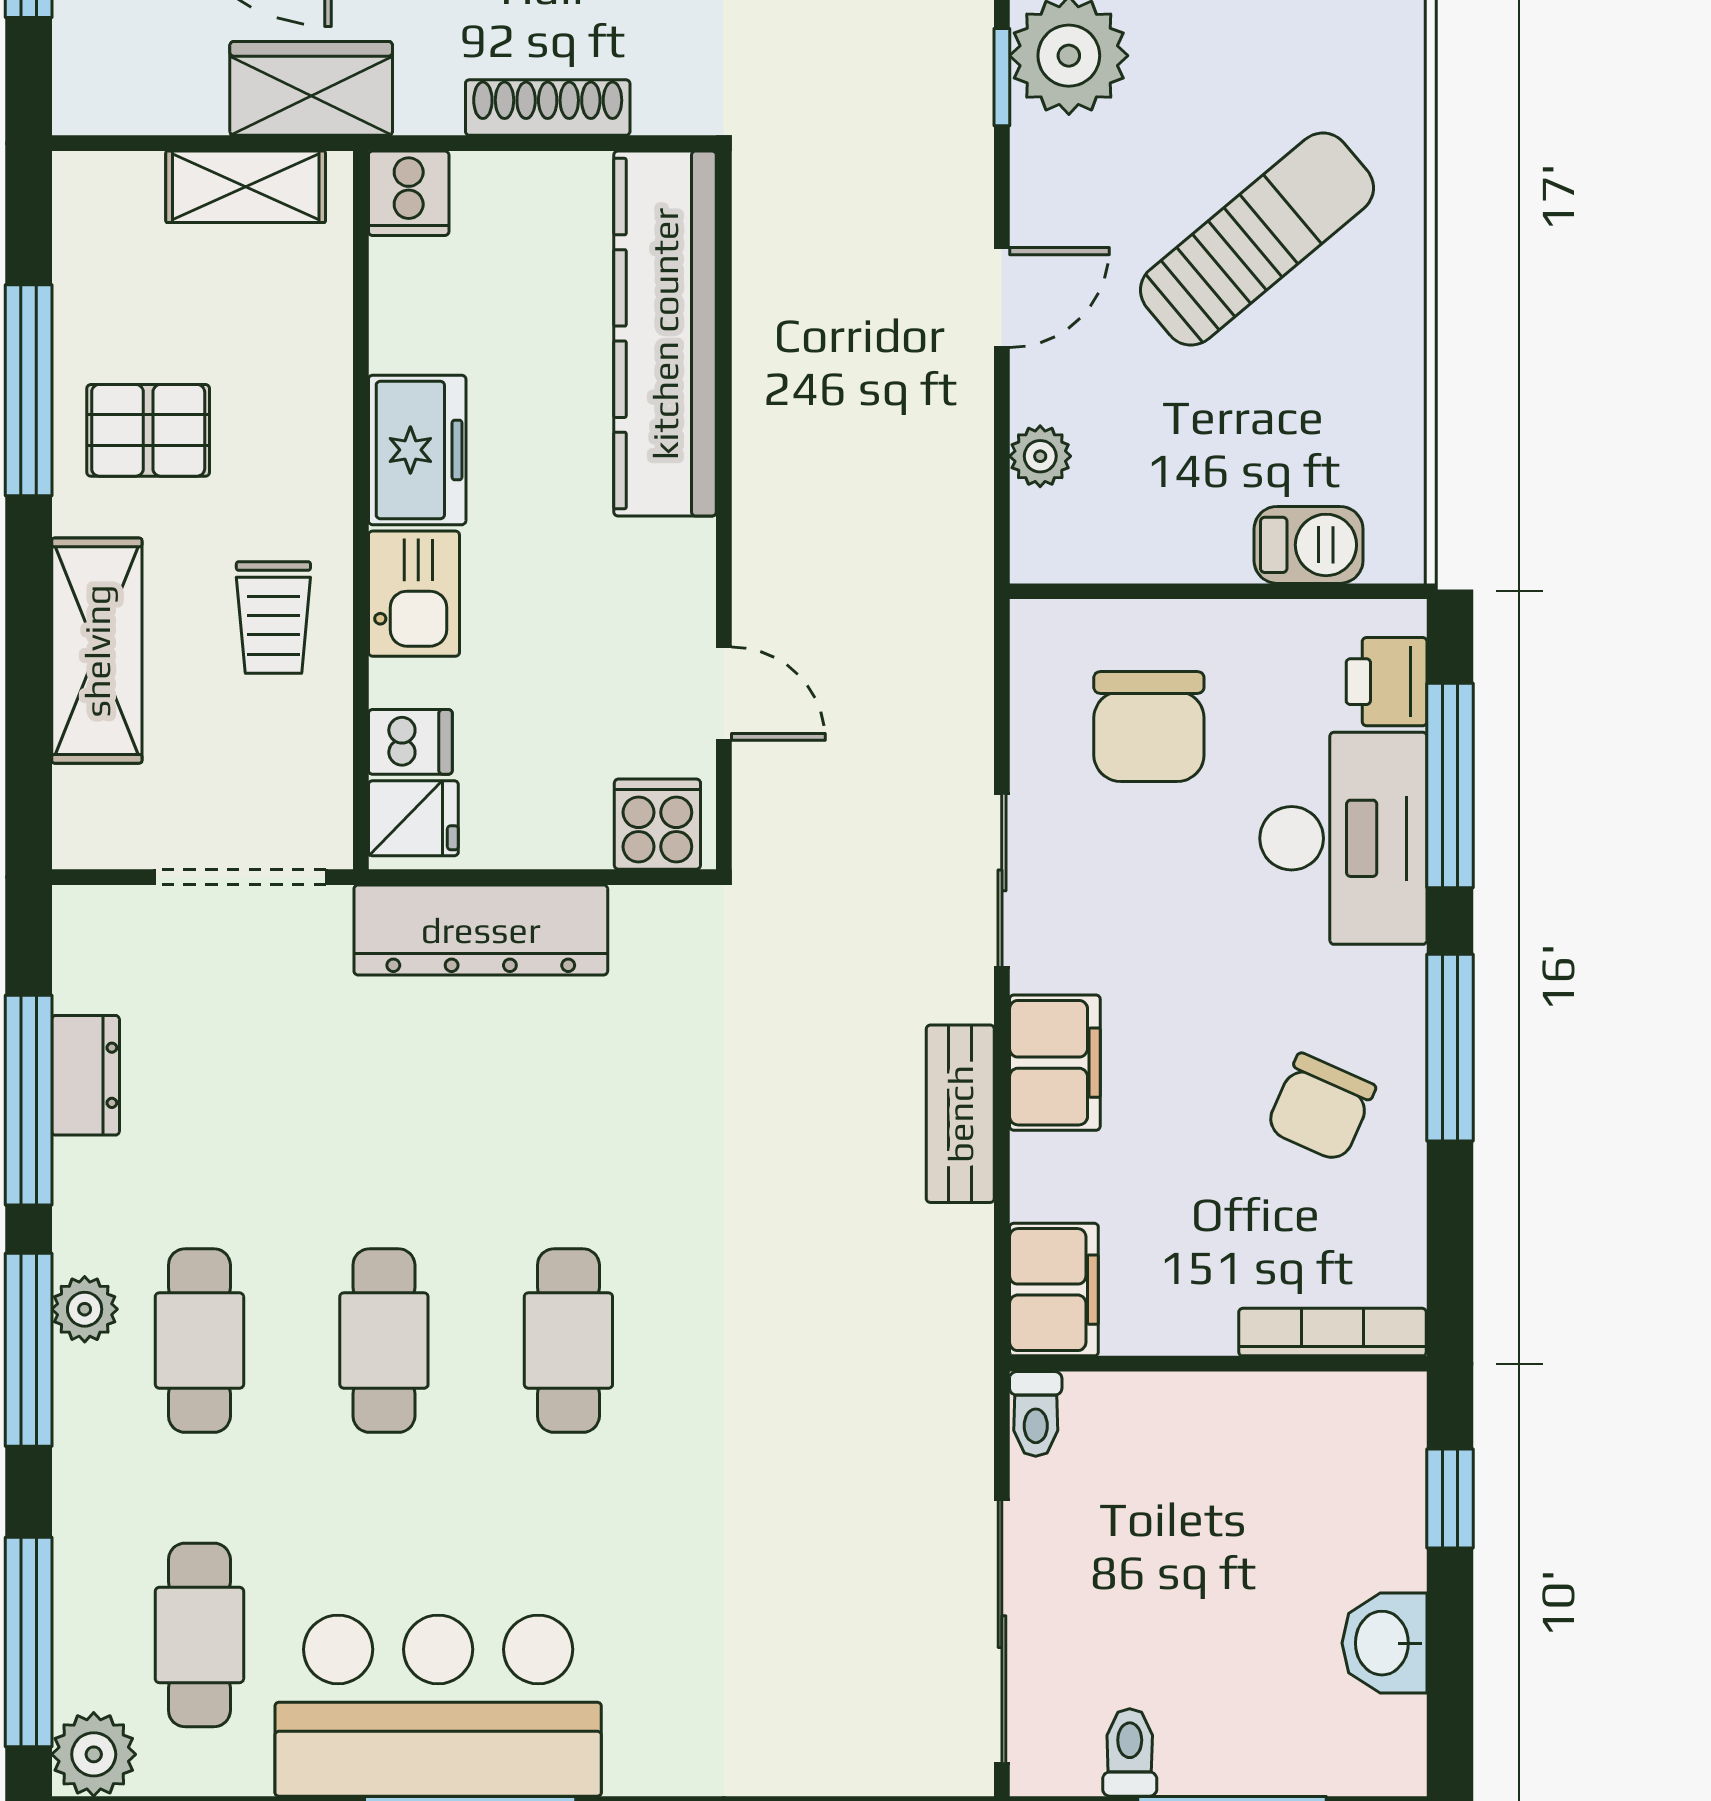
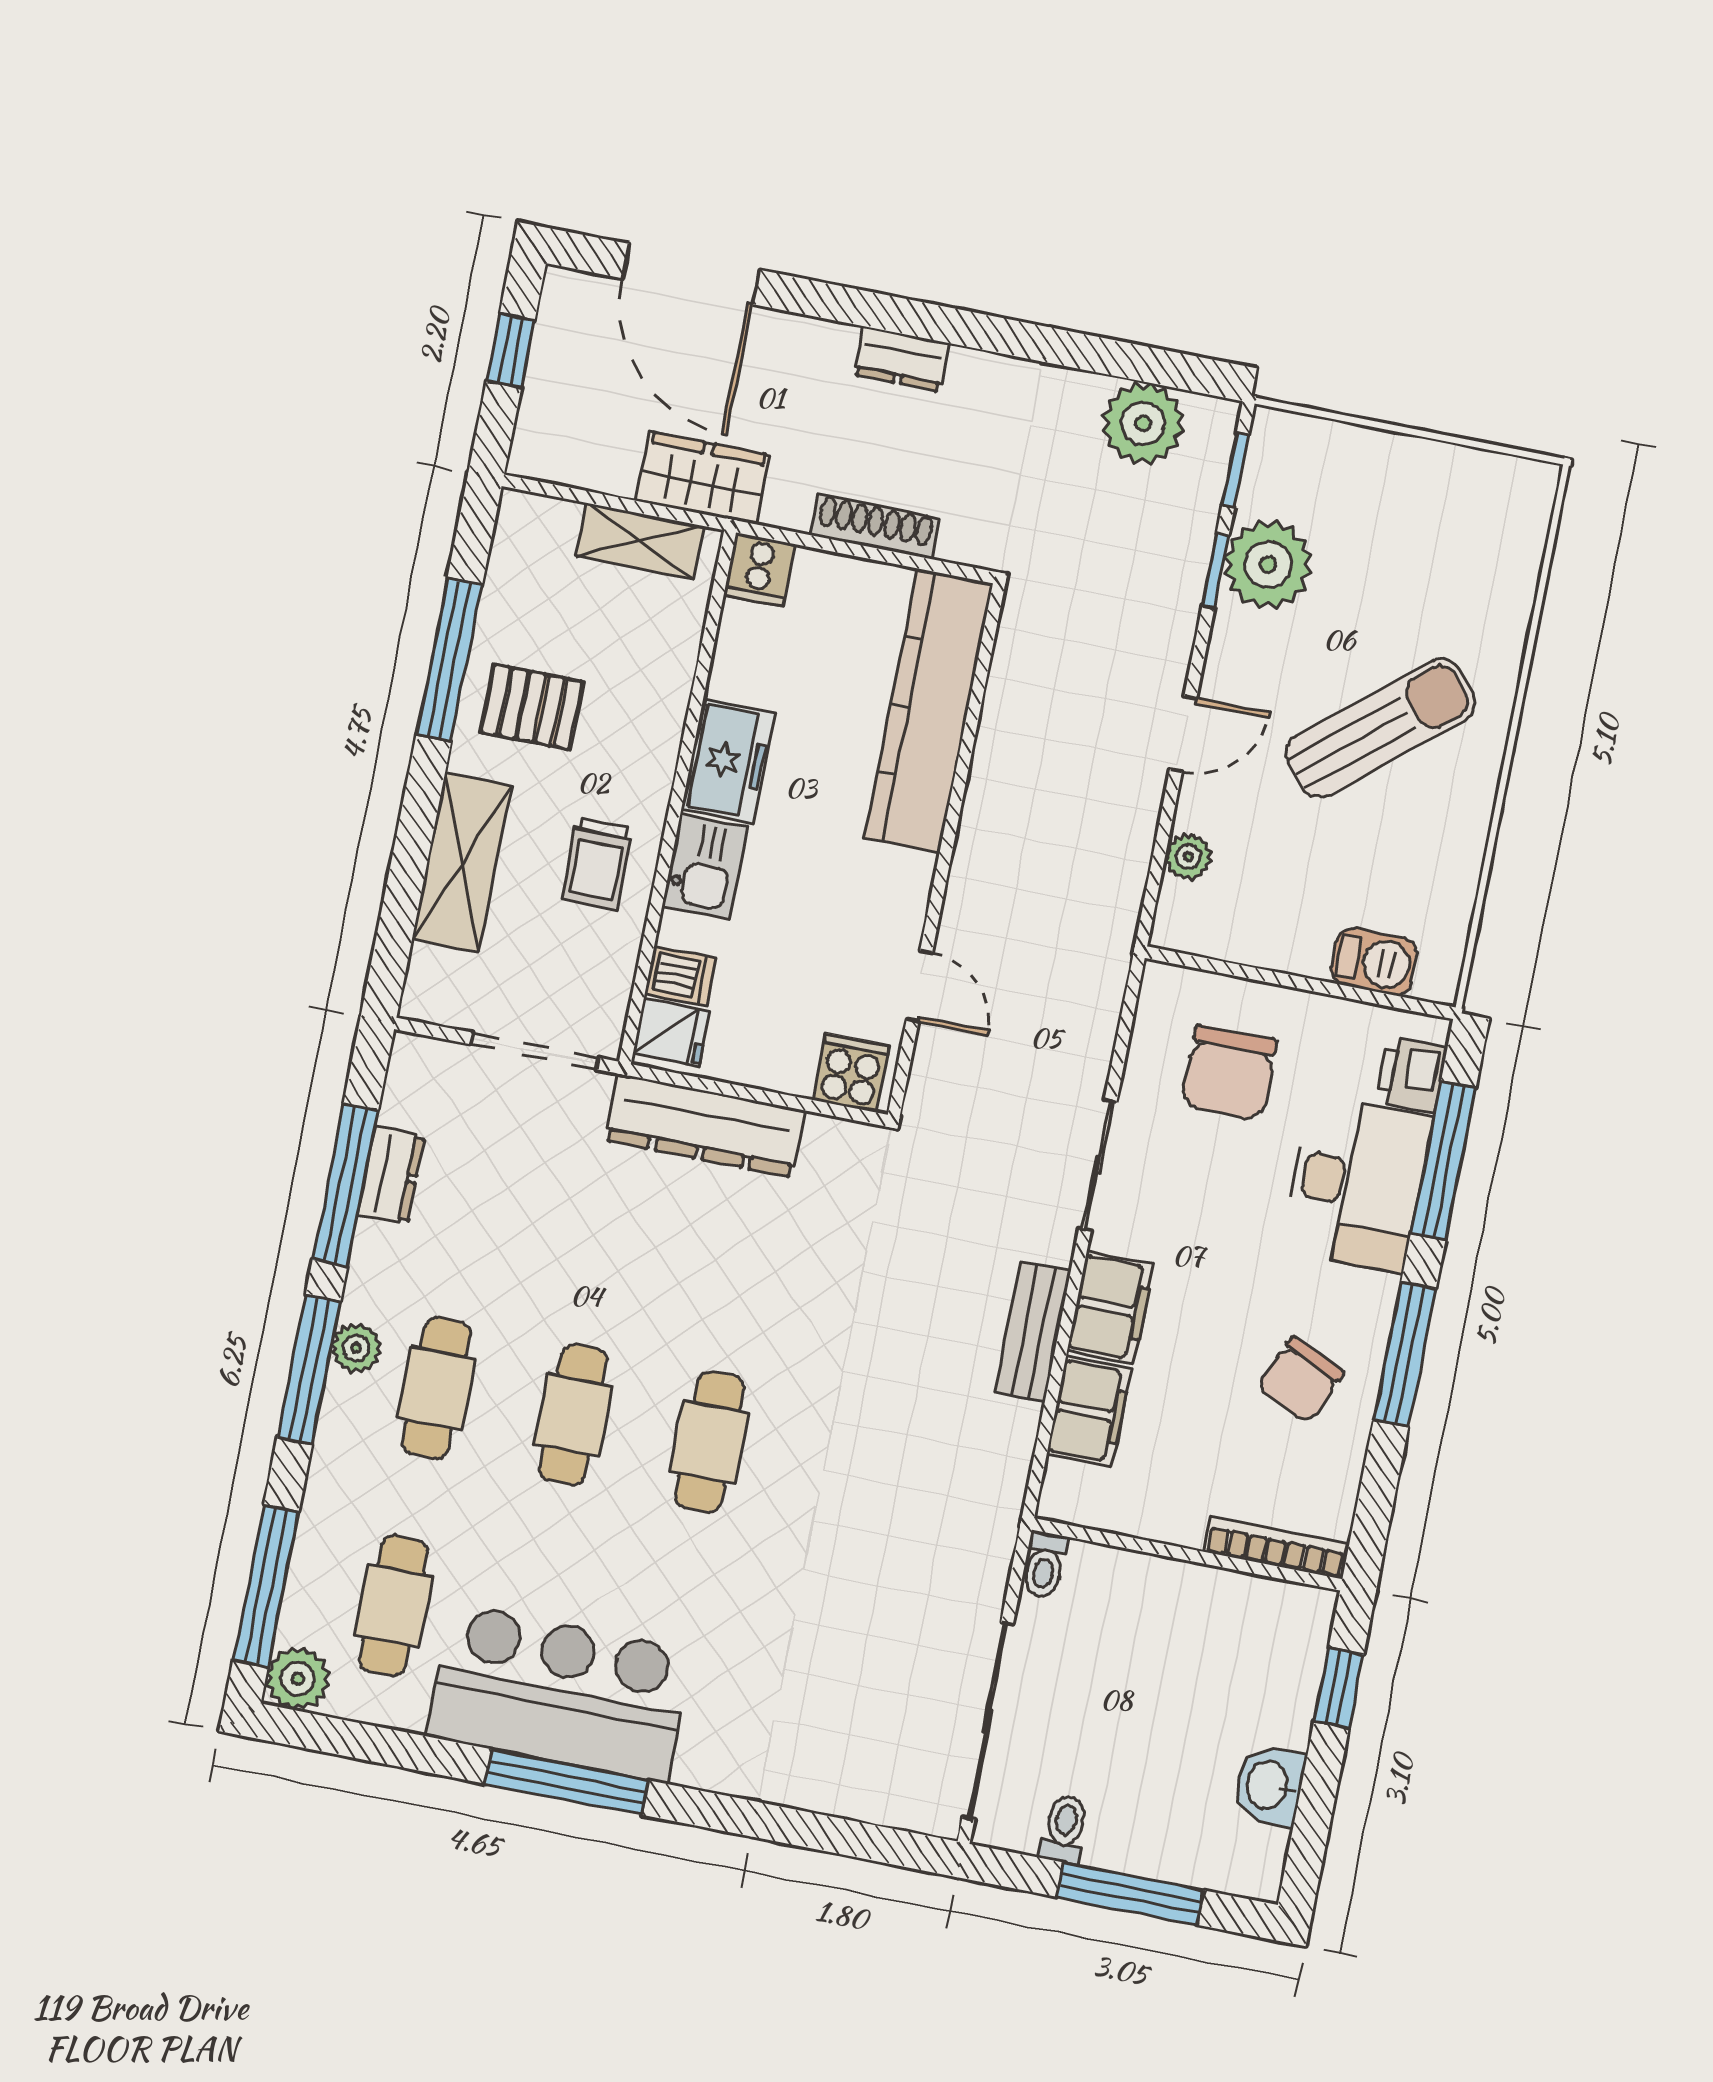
filing cabinet: (1054, 1290) -> (1089, 1411), moved

